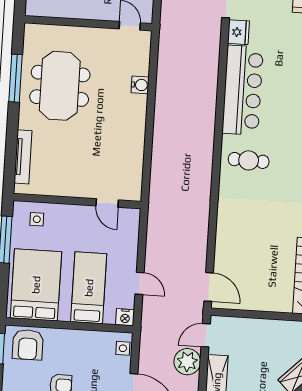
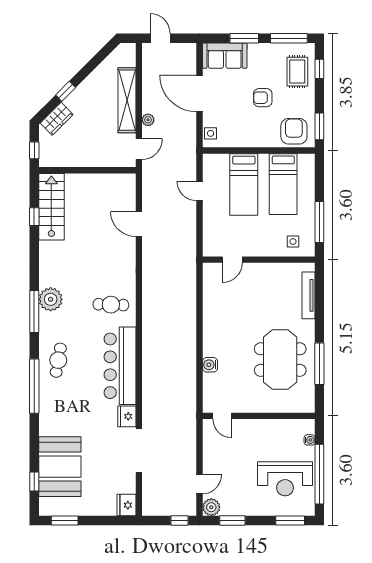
door: (107, 203) -> (232, 260), swing flipped
bed: (36, 285) -> (283, 184), width x0.67
door: (209, 287) -> (139, 224), moved
nightstand: (125, 317) -> (210, 161), removed
plant: (187, 362) -> (148, 120), width x0.53, depth x0.53

